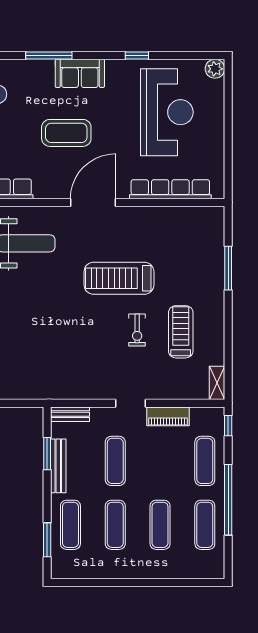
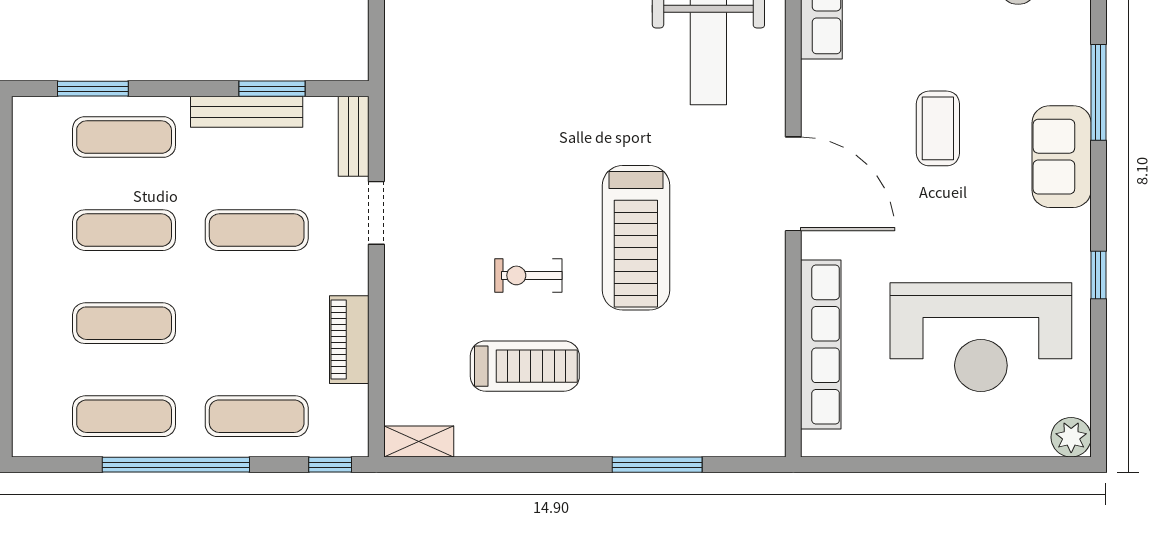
coffee table: (66, 133) -> (938, 128), width x0.73, depth x0.76
treadmill: (119, 278) -> (636, 238), turned 180
doorway: (131, 403) -> (376, 213), moved

